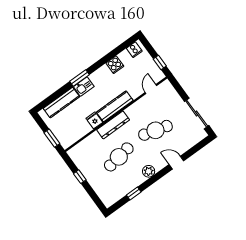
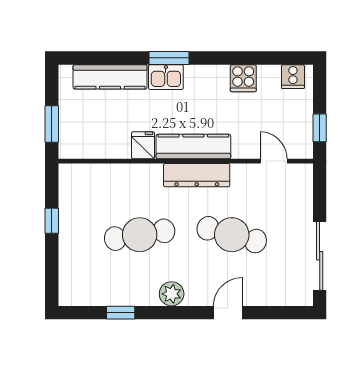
door: (151, 89) -> (274, 161), hinge flipped
dresser: (113, 125) -> (197, 175), moved
door: (176, 163) -> (228, 313), hinge flipped

